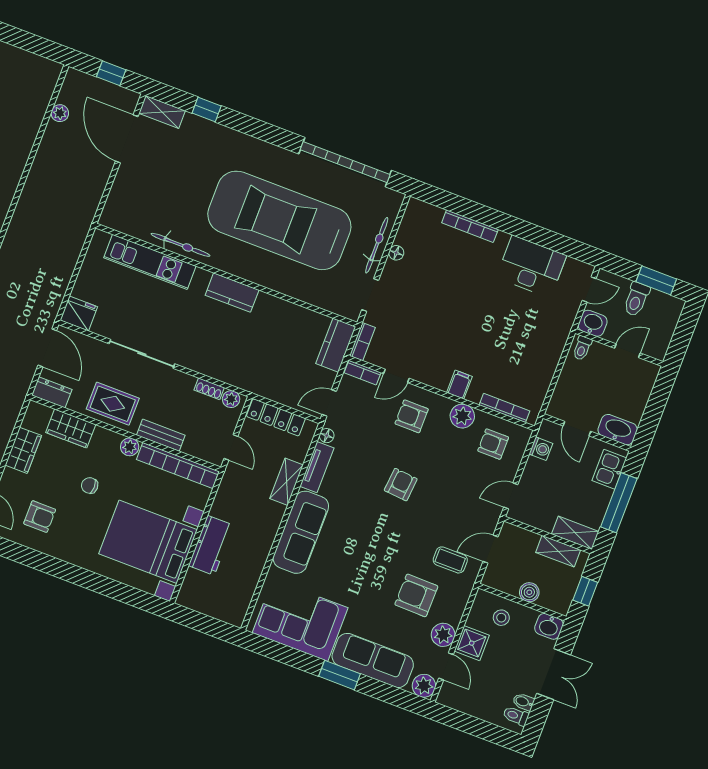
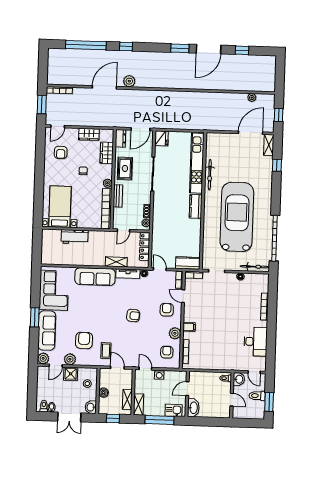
bicycle: (377, 245) -> (255, 267), moved
kitchen unit: (150, 262) -> (197, 163), width x1.36
washing machine: (541, 449) -> (159, 375), moved
bed with nightstands: (148, 542) -> (60, 207), width x0.73

